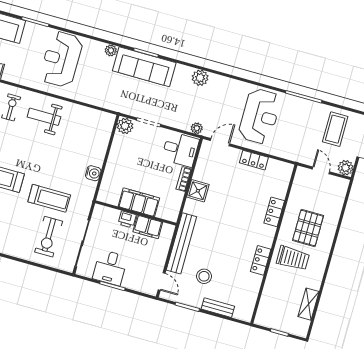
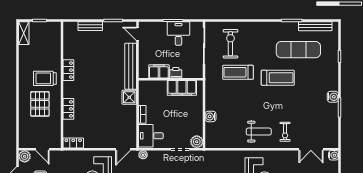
locker: (254, 160) -> (73, 143), moved
water cooler: (93, 173) -> (211, 116), moved
shower: (198, 191) -> (129, 97), moved
filing cabinet: (139, 202) -> (182, 88), moved
stool: (204, 276) -> (107, 46), removed
shelving: (308, 304) -> (24, 33), moved

